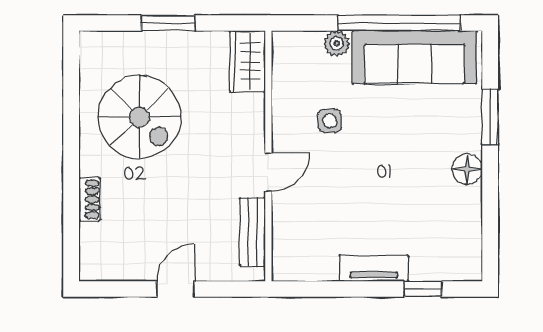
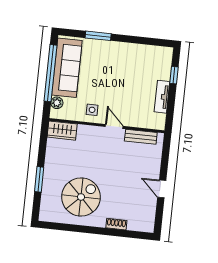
wardrobe: (248, 61) -> (62, 131), moved
wall: (268, 156) -> (107, 126), moved
floor lamp: (467, 169) -> (121, 49), removed
door: (268, 172) -> (114, 126), moved
bench: (252, 232) -> (141, 137), moved

